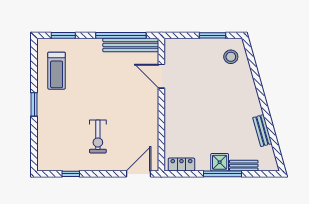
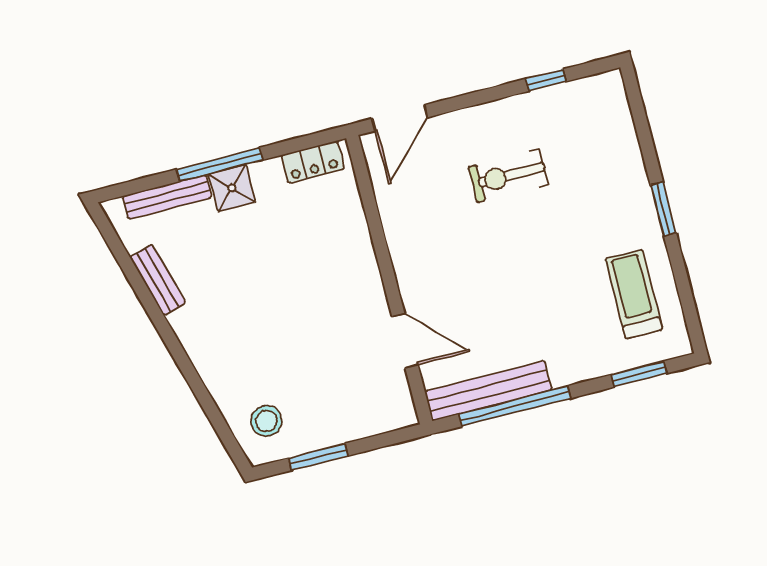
exercise bike: (98, 136) -> (508, 176), turned -90
bench: (244, 166) -> (167, 197), width x1.36

